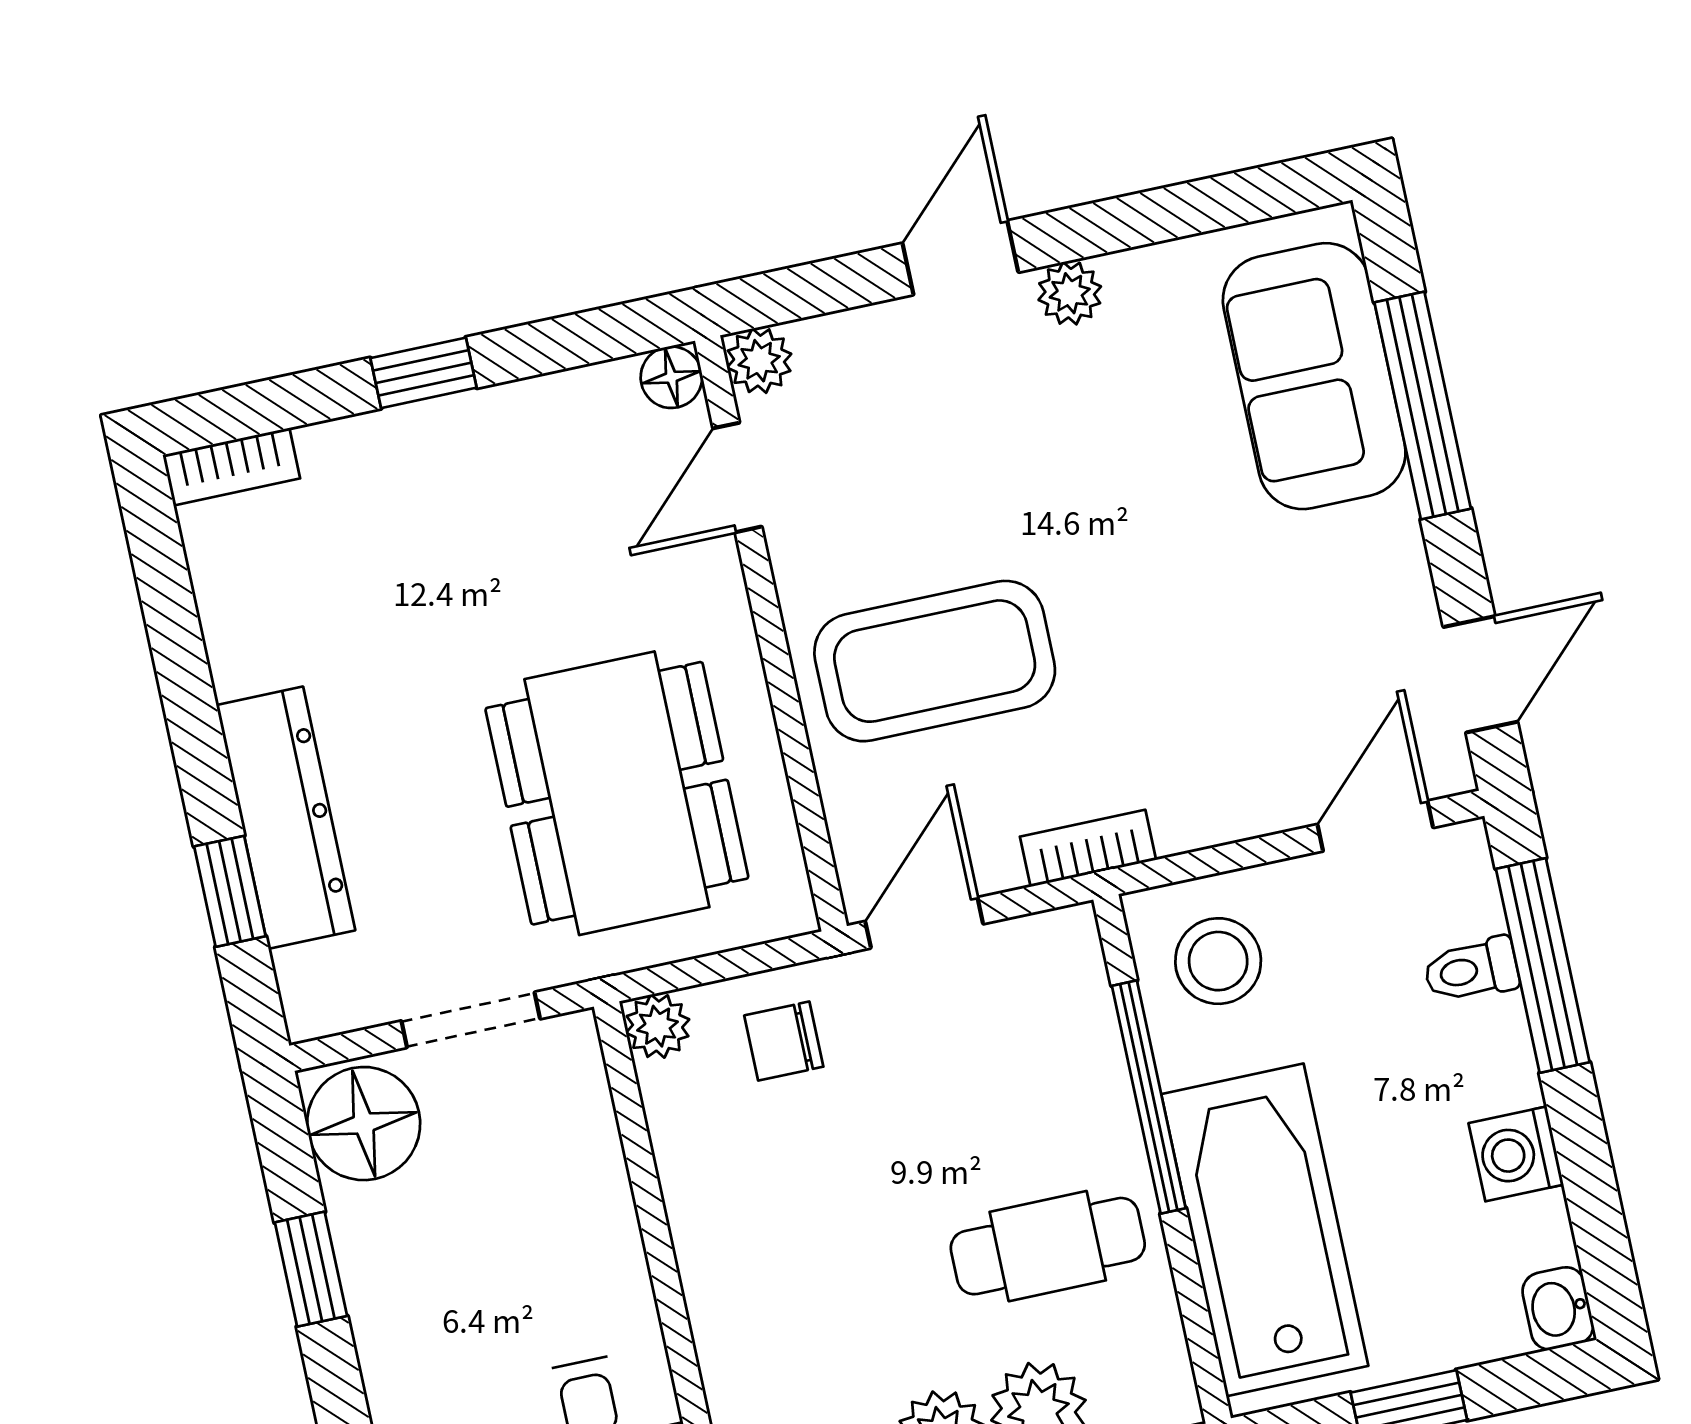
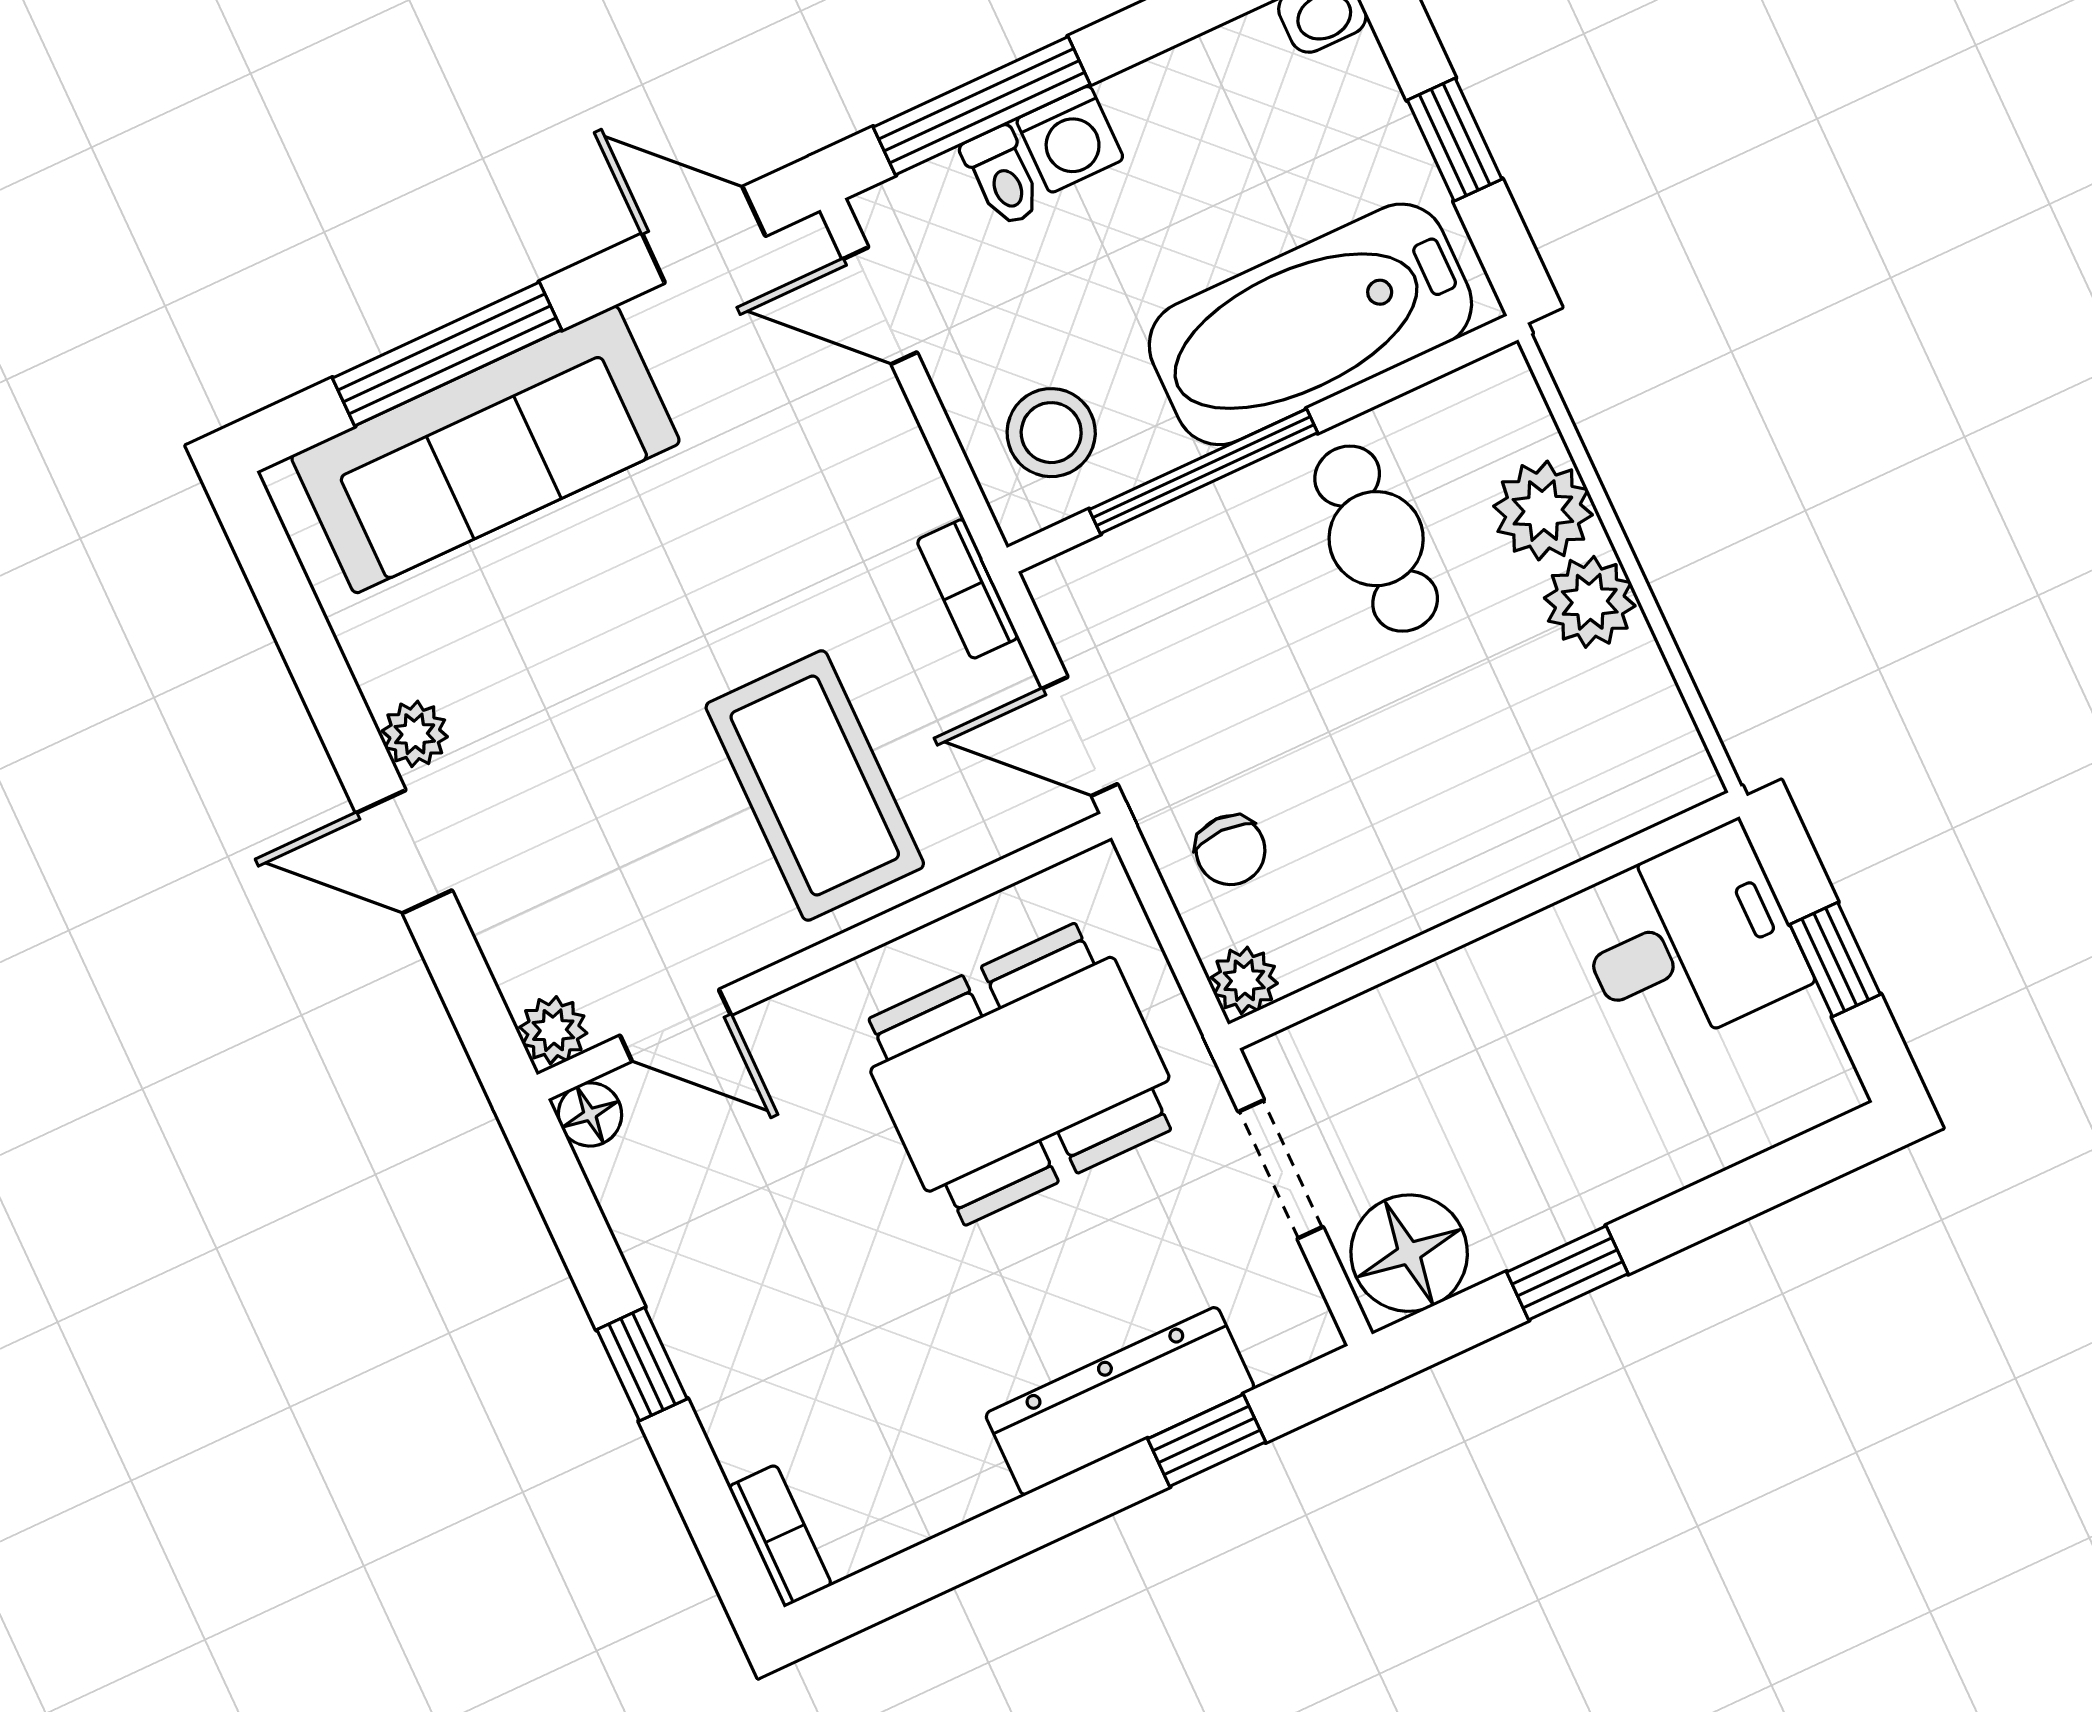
sofa: (1314, 376) -> (485, 449), width x1.36
washing machine: (1516, 1154) -> (1070, 139), moved

